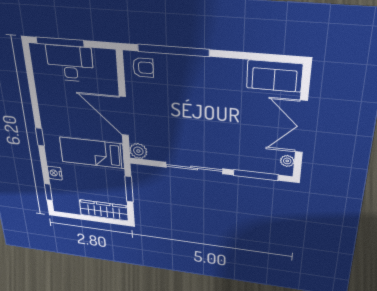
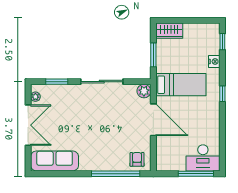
desk: (70, 63) -> (203, 158), moved
armchair: (143, 68) -> (137, 159), turned 90
sofa: (274, 76) -> (55, 161), width x1.36
window: (256, 175) -> (57, 82), width x0.69
wardrobe: (104, 210) -> (169, 31), width x0.67

